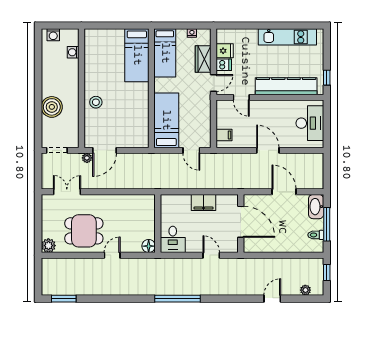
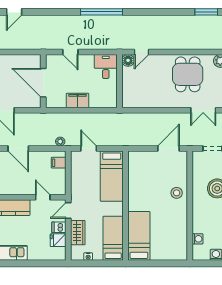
plant: (87, 158) -> (60, 142), moved
dining table: (84, 231) -> (188, 74), turned 90
door: (112, 255) -> (142, 52), moved

